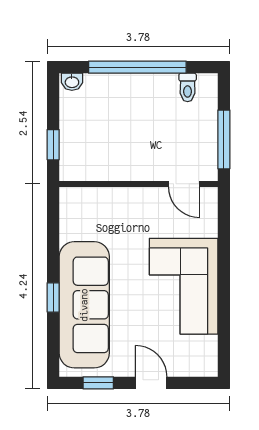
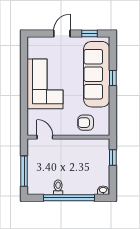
toilet: (188, 87) -> (58, 187), moved
window: (224, 139) -> (24, 171), moved
armchair: (106, 212) -> (86, 123), added
door: (151, 383) -> (62, 34), swing flipped

